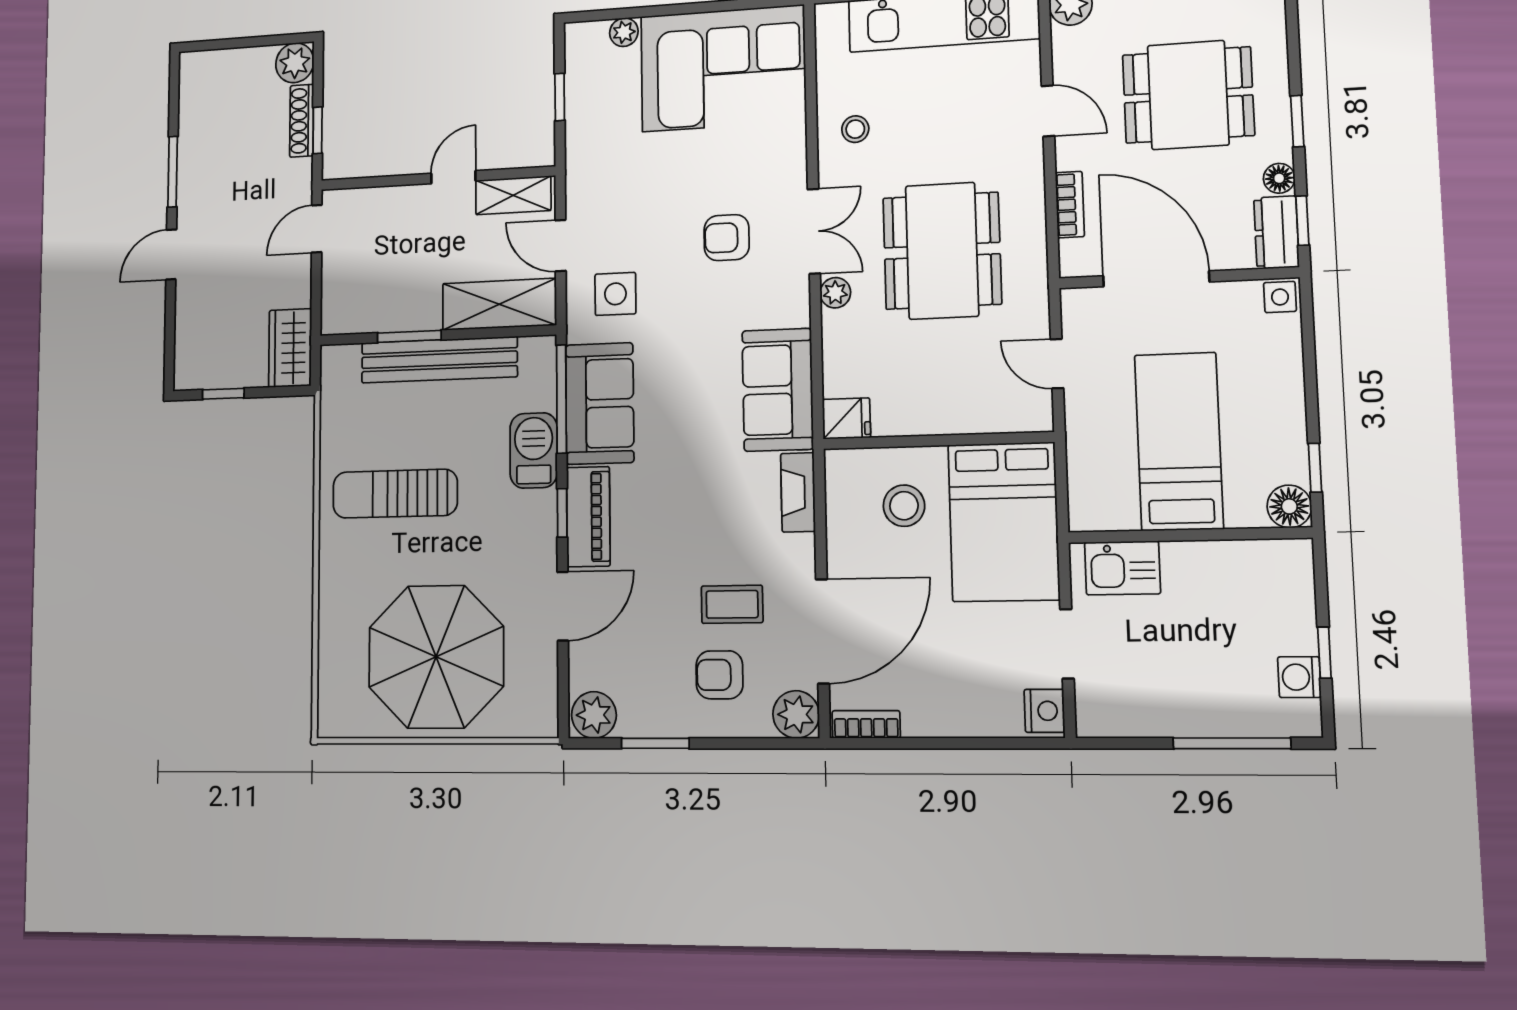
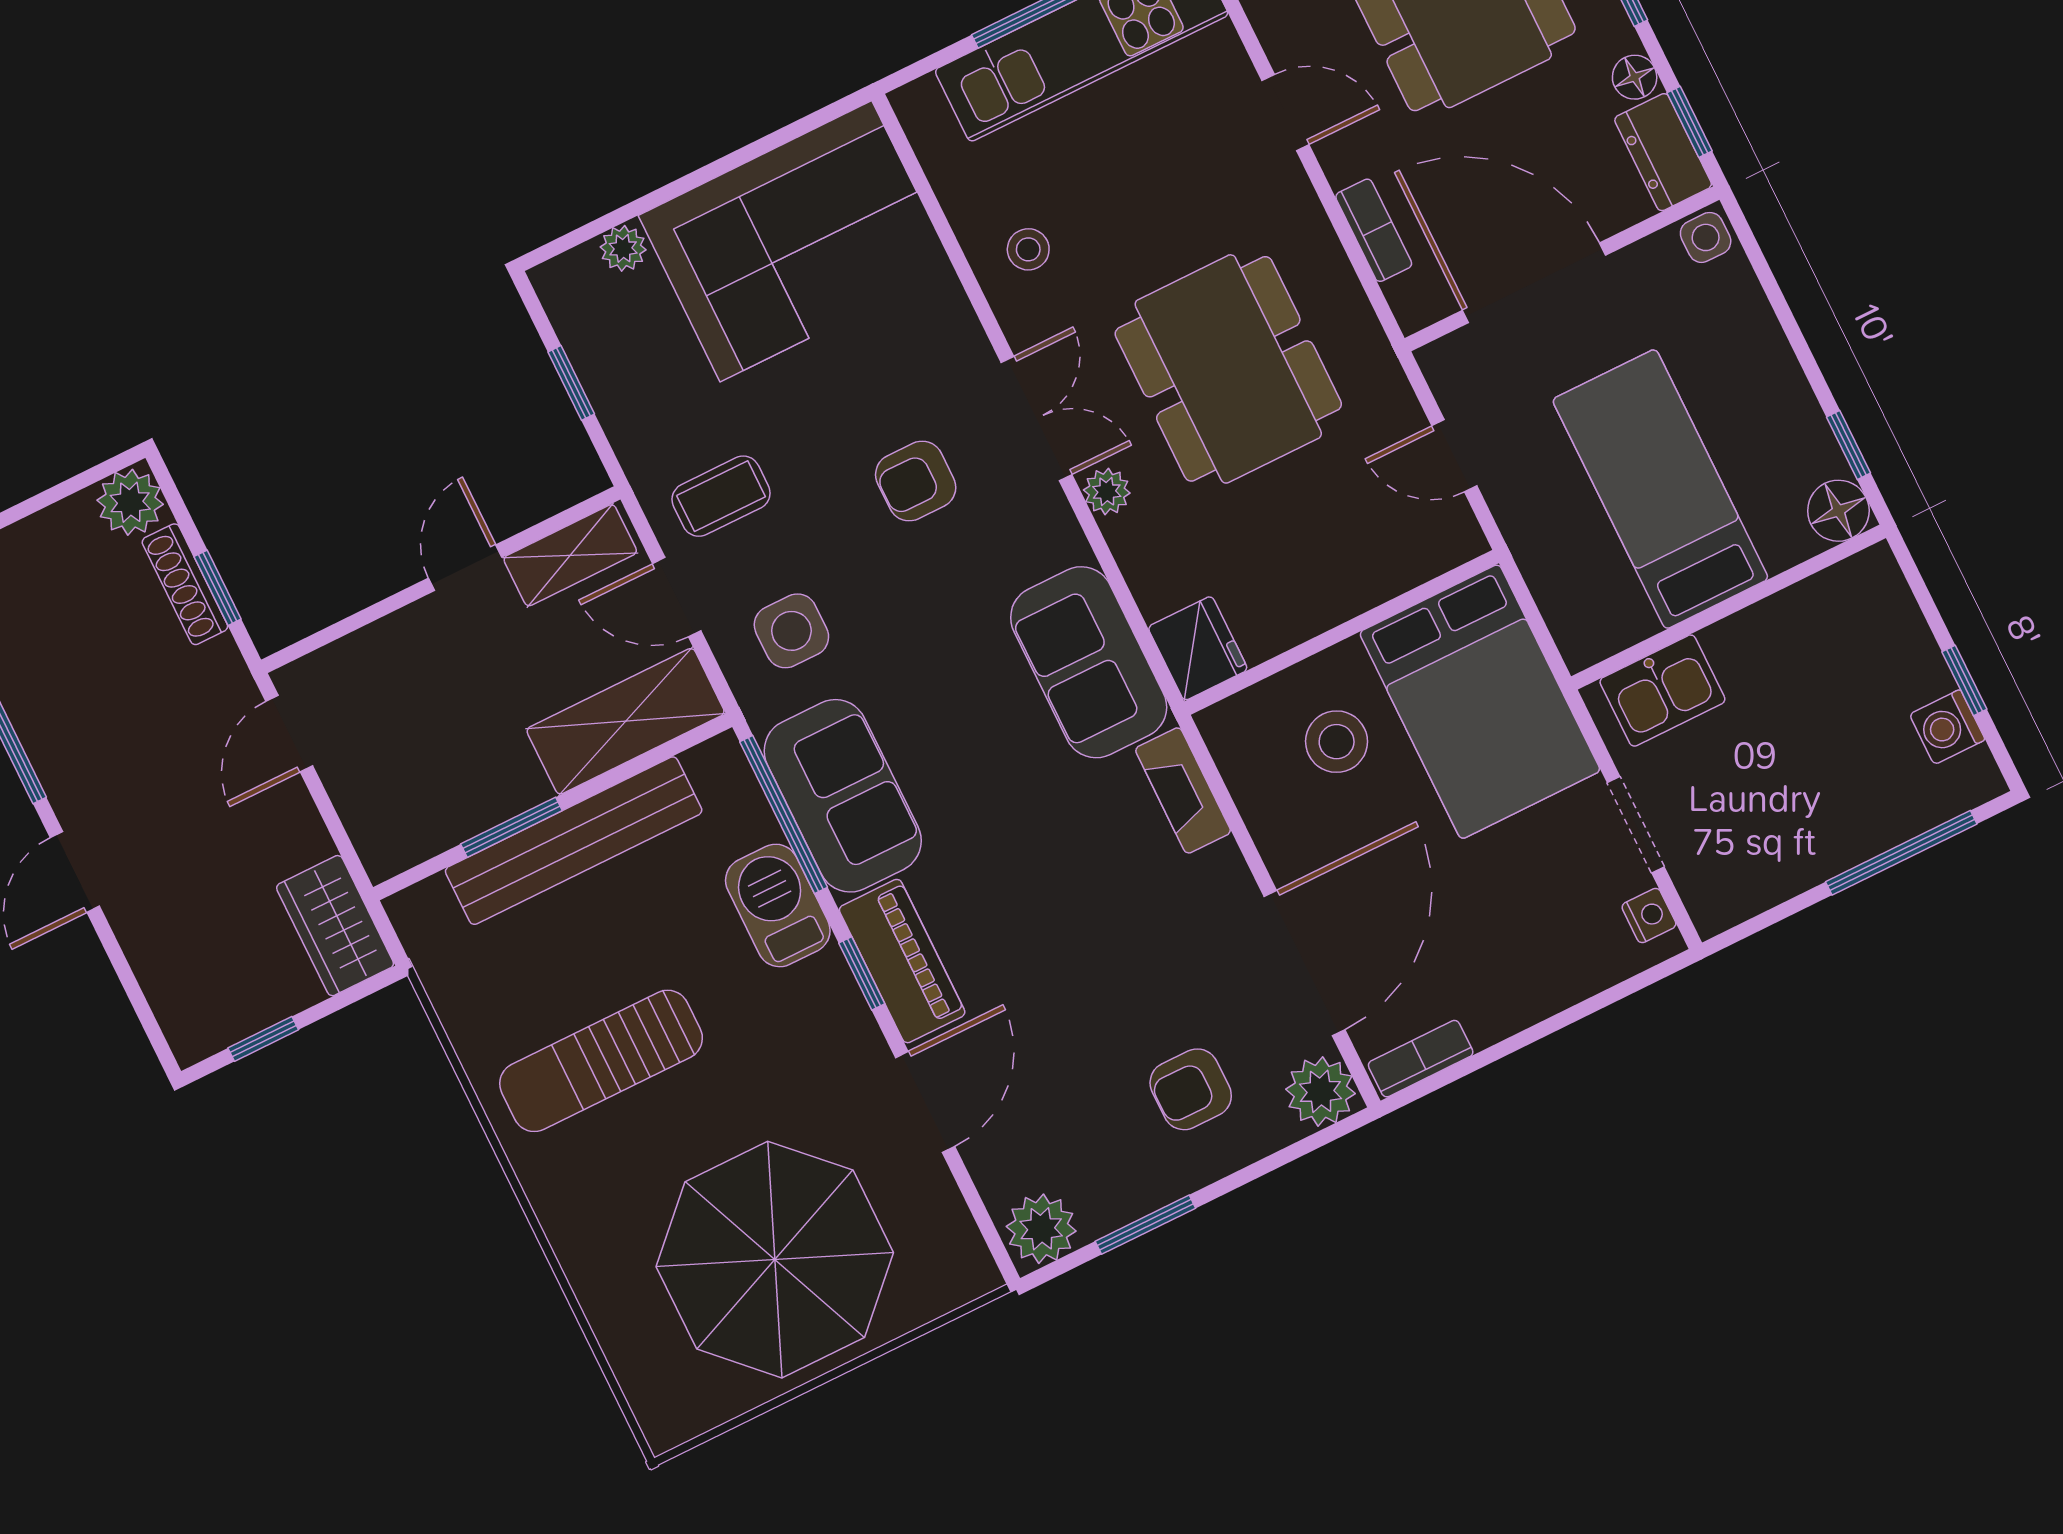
fridge: (846, 418) -> (1198, 648), width x1.38
coffee table: (732, 604) -> (721, 496), moved
nightstand: (1044, 711) -> (1649, 916), width x0.72, depth x0.74

